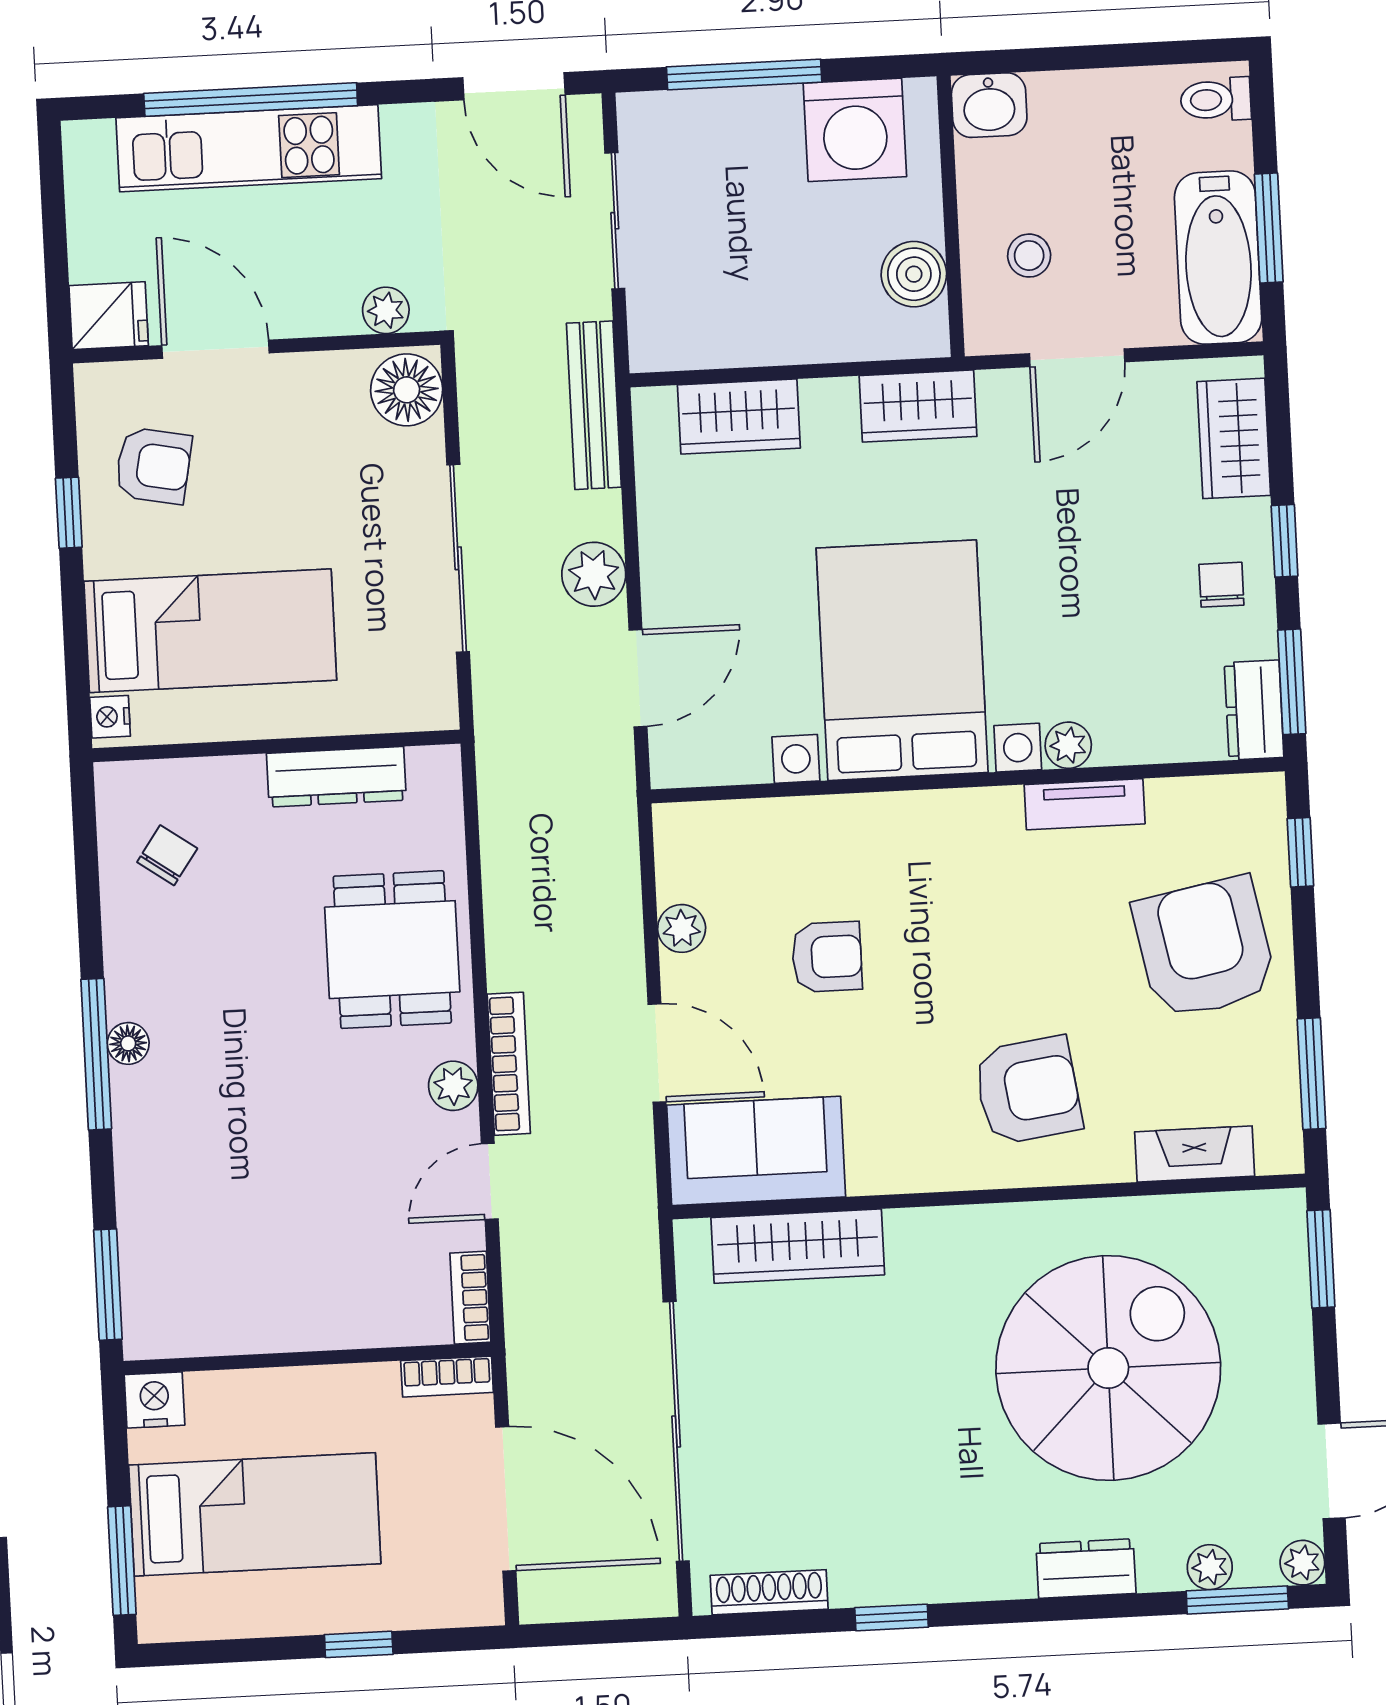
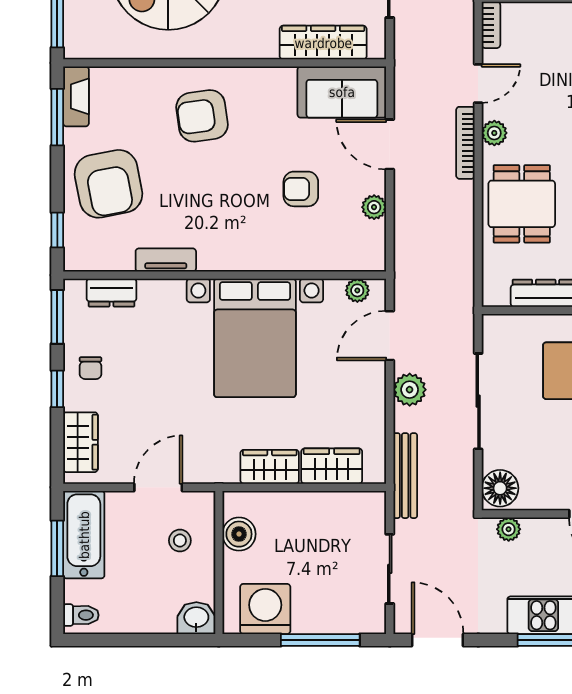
wardrobe: (918, 406) -> (270, 467), moved
dresser: (1254, 710) -> (111, 293), moved, turned 90
plant: (1068, 745) -> (357, 290), moved
fireplace: (1195, 1154) -> (76, 96), moved, turned -90

